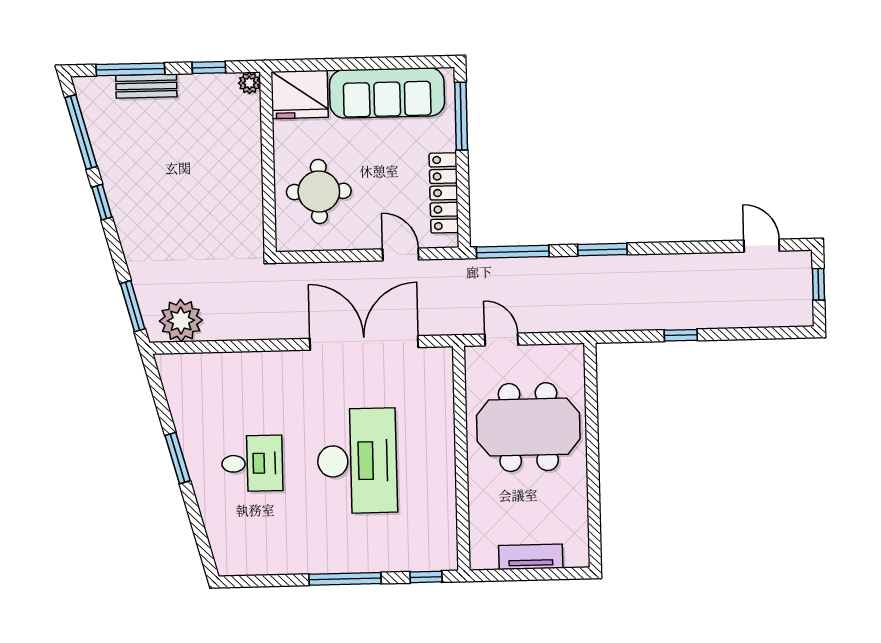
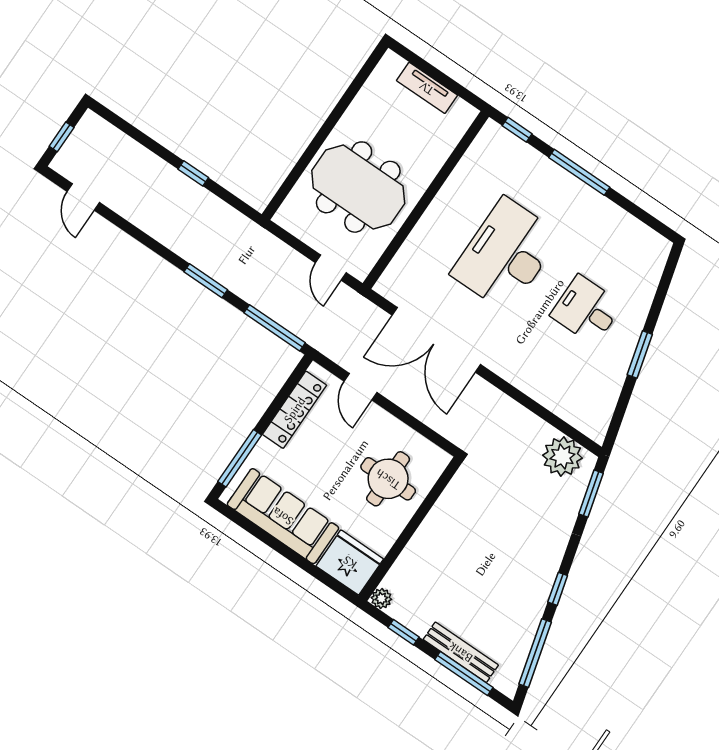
bench: (146, 86) -> (461, 652), width x1.36

